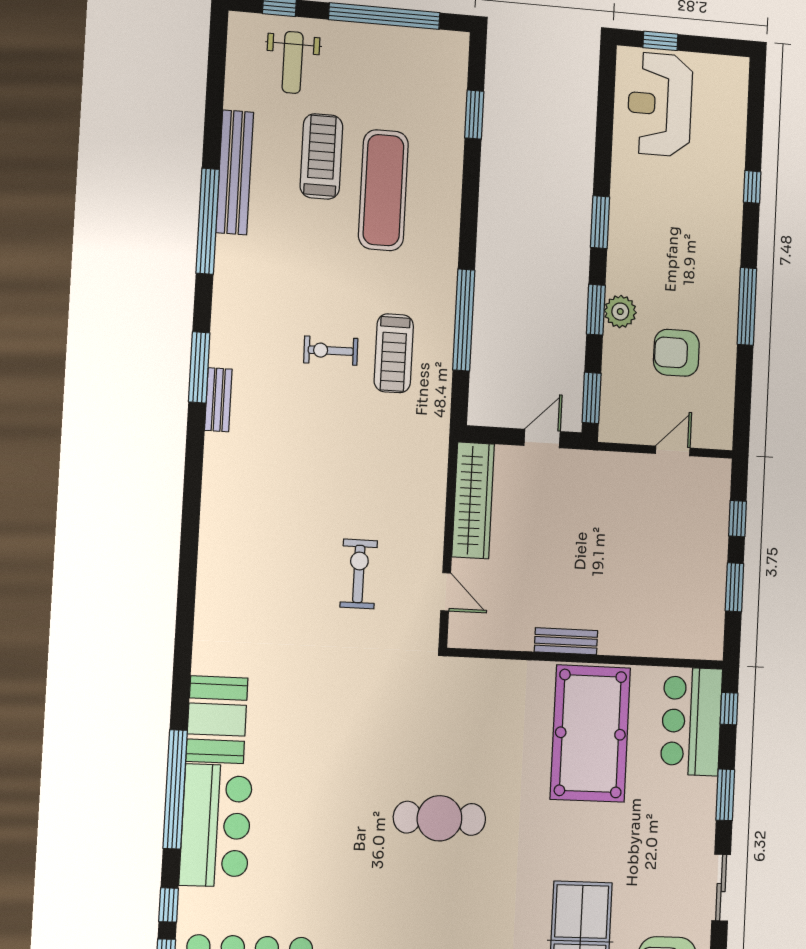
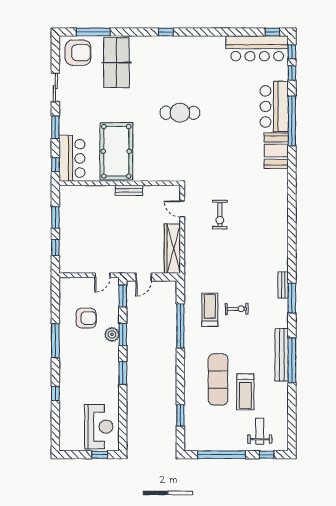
bench: (235, 172) -> (282, 355), moved
door: (673, 451) -> (102, 275), moved

